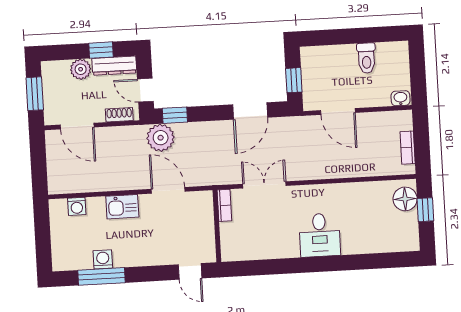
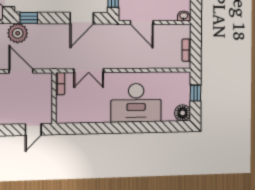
double door: (264, 185) -> (89, 71), swing flipped
floor lamp: (405, 199) -> (183, 113), moved
desk: (320, 235) -> (136, 103), width x1.87, depth x1.30
door: (190, 271) -> (33, 129), hinge flipped

